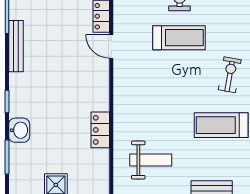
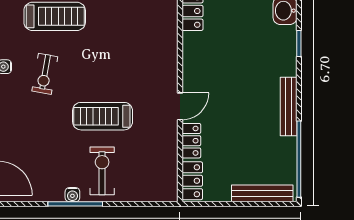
door: (111, 46) -> (180, 106), hinge flipped

